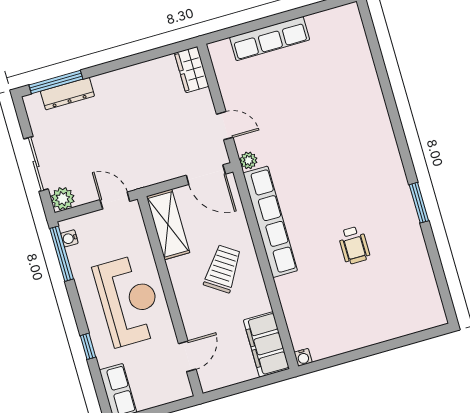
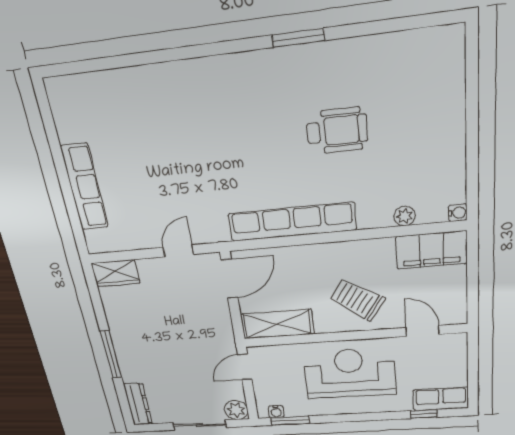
window: (56, 82) -> (111, 355), moved
dresser: (67, 94) -> (138, 404), moved
plant: (248, 160) -> (405, 216), moved
wheelchair: (354, 245) -> (337, 131), width x1.36, depth x1.37
window: (62, 254) -> (290, 421), width x0.69
trolley: (223, 269) -> (357, 300), moved
window: (88, 346) -> (424, 414), moved

